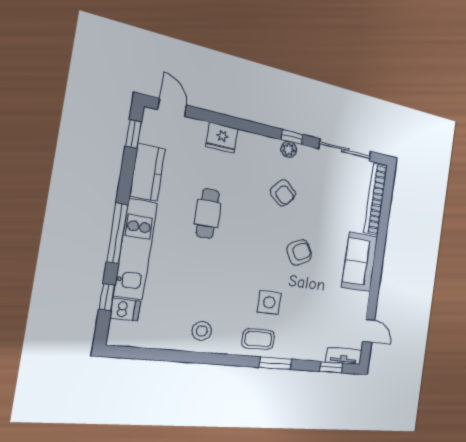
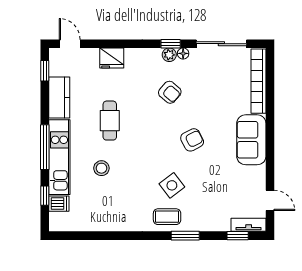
floor lamp: (304, 151) -> (183, 53), added
side table: (269, 302) -> (172, 185), turned -37
stool: (202, 331) -> (101, 168), moved

